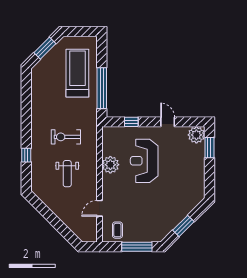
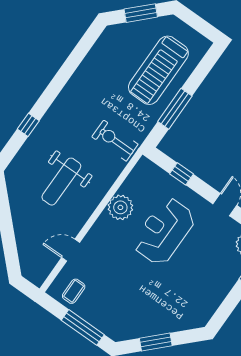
treadmill: (77, 73) -> (158, 70), turned 180
window: (102, 88) -> (175, 109), width x0.68
exercise bike: (66, 137) -> (115, 141), moved
weight bench: (67, 174) -> (61, 182), width x1.36, depth x1.33

